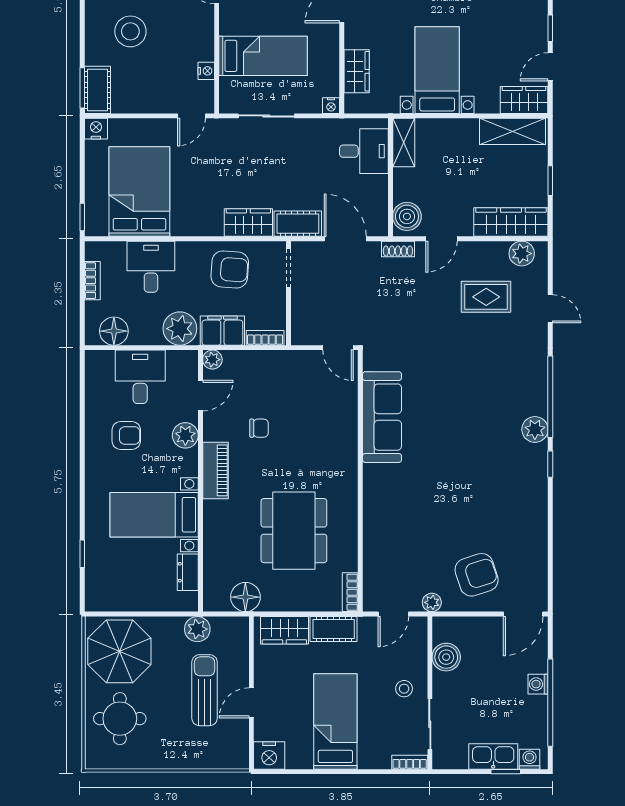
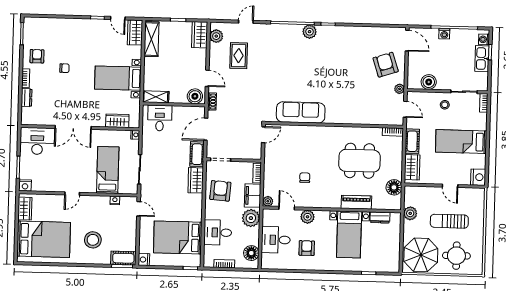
wardrobe: (511, 222) -> (200, 35), width x0.67
piano: (215, 470) -> (356, 202), moved
sun lounger: (205, 690) -> (449, 221), moved

